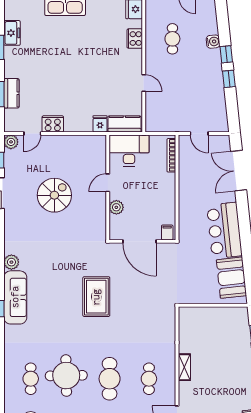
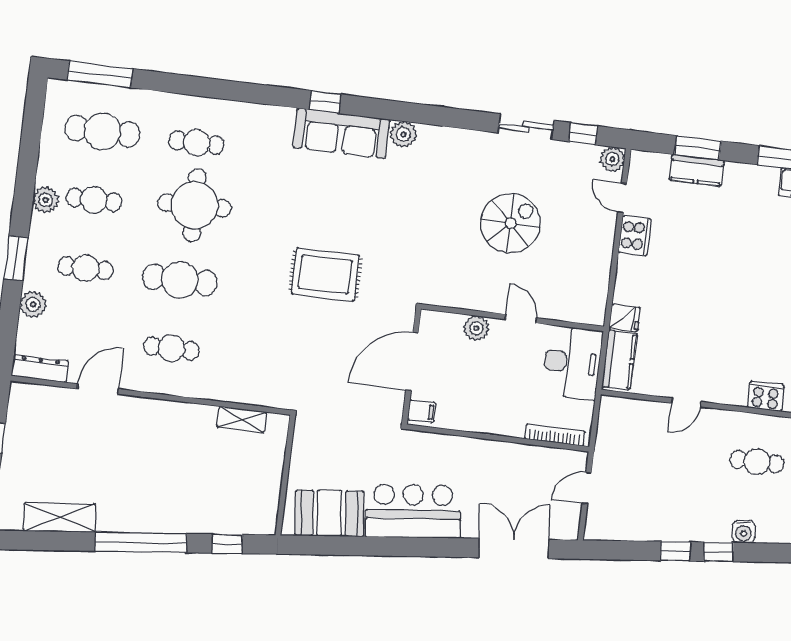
spiral stairs: (54, 195) -> (510, 223), turned -90
shelving: (184, 367) -> (242, 420), moved

